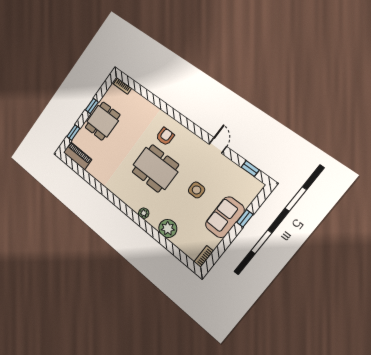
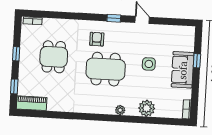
dining table: (102, 121) -> (54, 57), moved
window: (250, 169) -> (114, 18), moved

